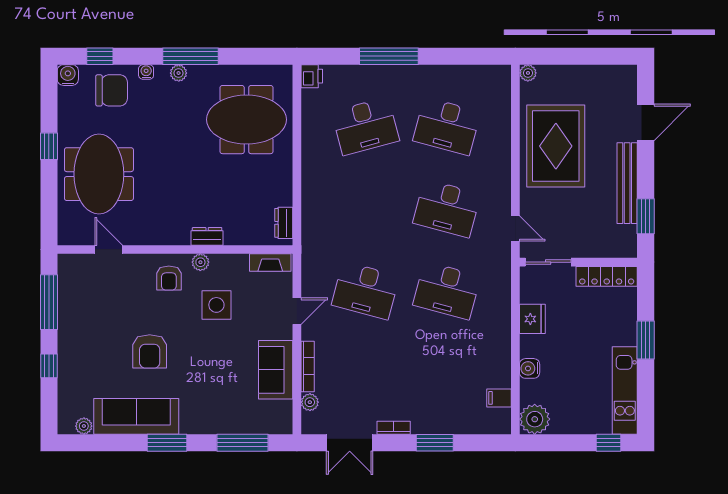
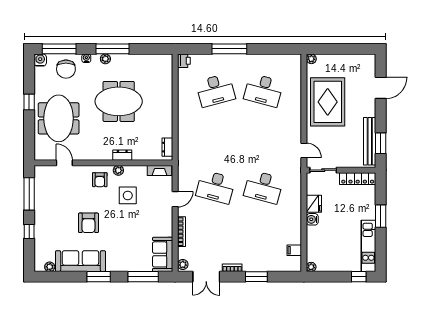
window: (100, 56) -> (59, 49), width x2.17
chair: (112, 90) -> (66, 69), turned 90
meeting table: (246, 120) -> (119, 101), moved
bench: (627, 183) -> (370, 141), moved
desk: (447, 208) -> (263, 139), removed
water cooler: (530, 368) -> (312, 219), moved
sofa: (276, 370) -> (163, 254), moved
plant: (310, 402) -> (183, 265), moved
plant: (535, 419) -> (311, 267), width x0.53, depth x0.53

